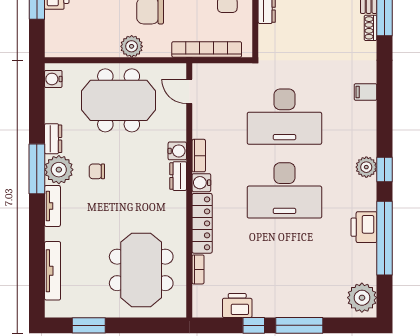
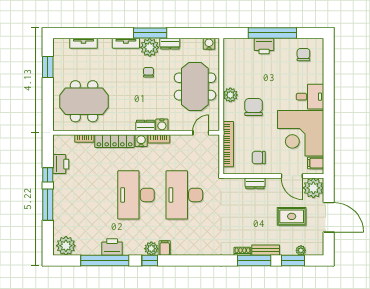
filing cabinet: (365, 92) -> (165, 248), moved
tv unit: (53, 271) -> (83, 43), width x0.71

